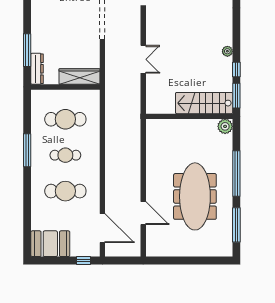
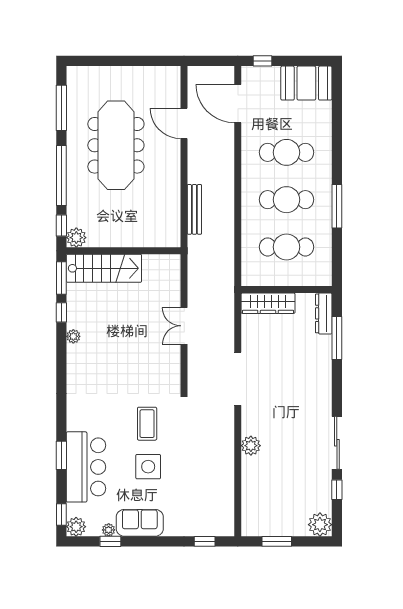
window: (236, 136) -> (61, 226), added
bench: (135, 148) -> (194, 209), added
cafe table: (65, 155) -> (287, 200), width x1.37, depth x1.35

